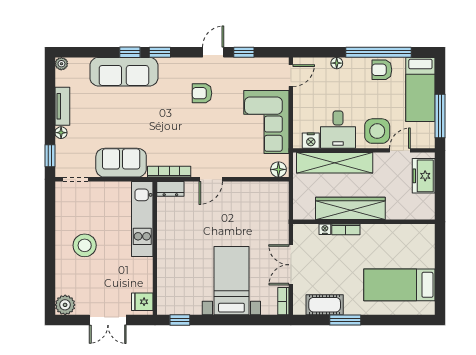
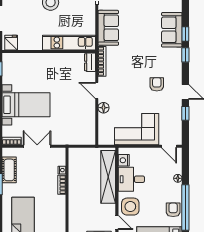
sofa: (124, 72) -> (172, 30), width x0.73
floor lamp: (278, 169) -> (104, 108), moved
wardrobe: (350, 208) -> (76, 188), removed

